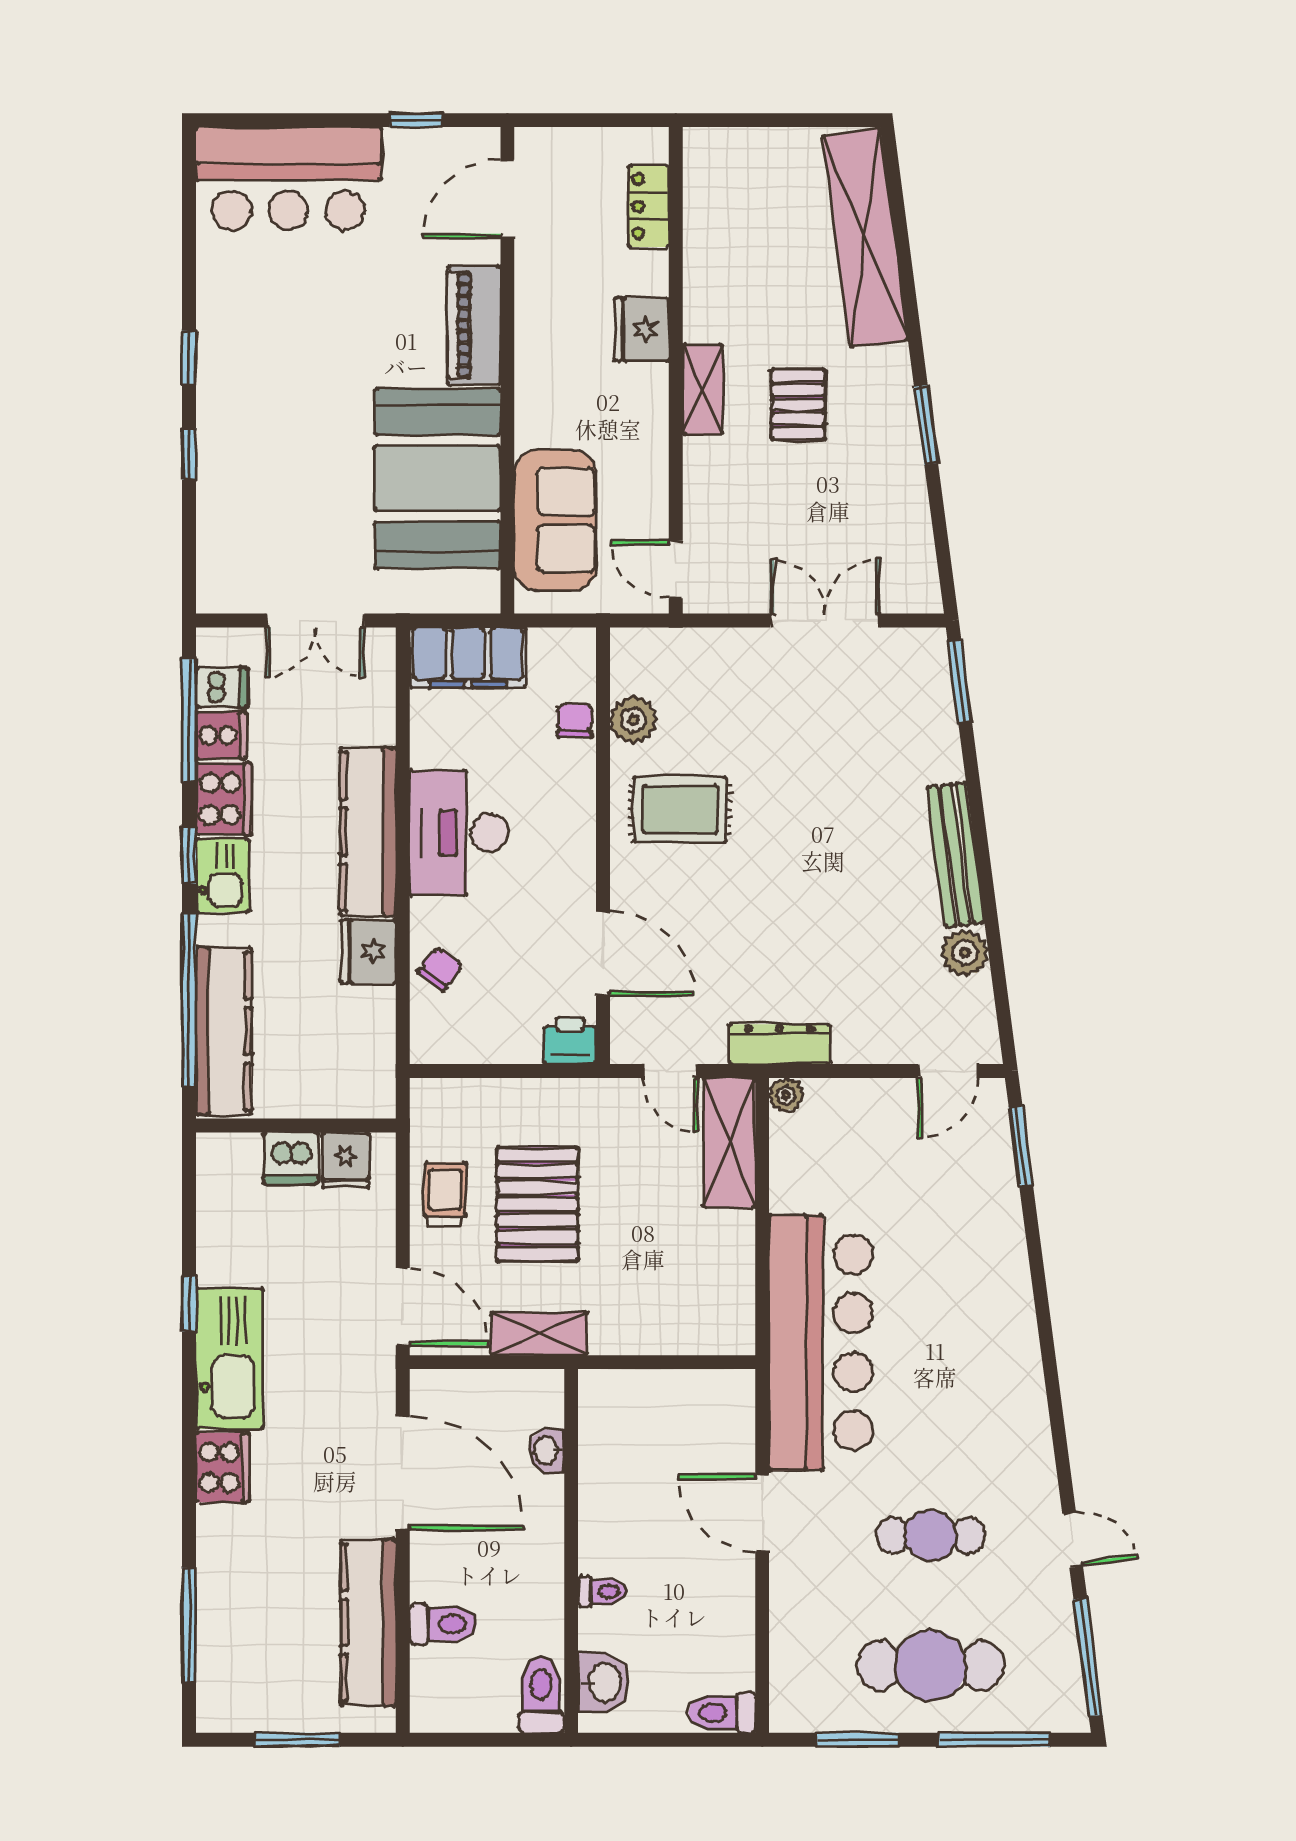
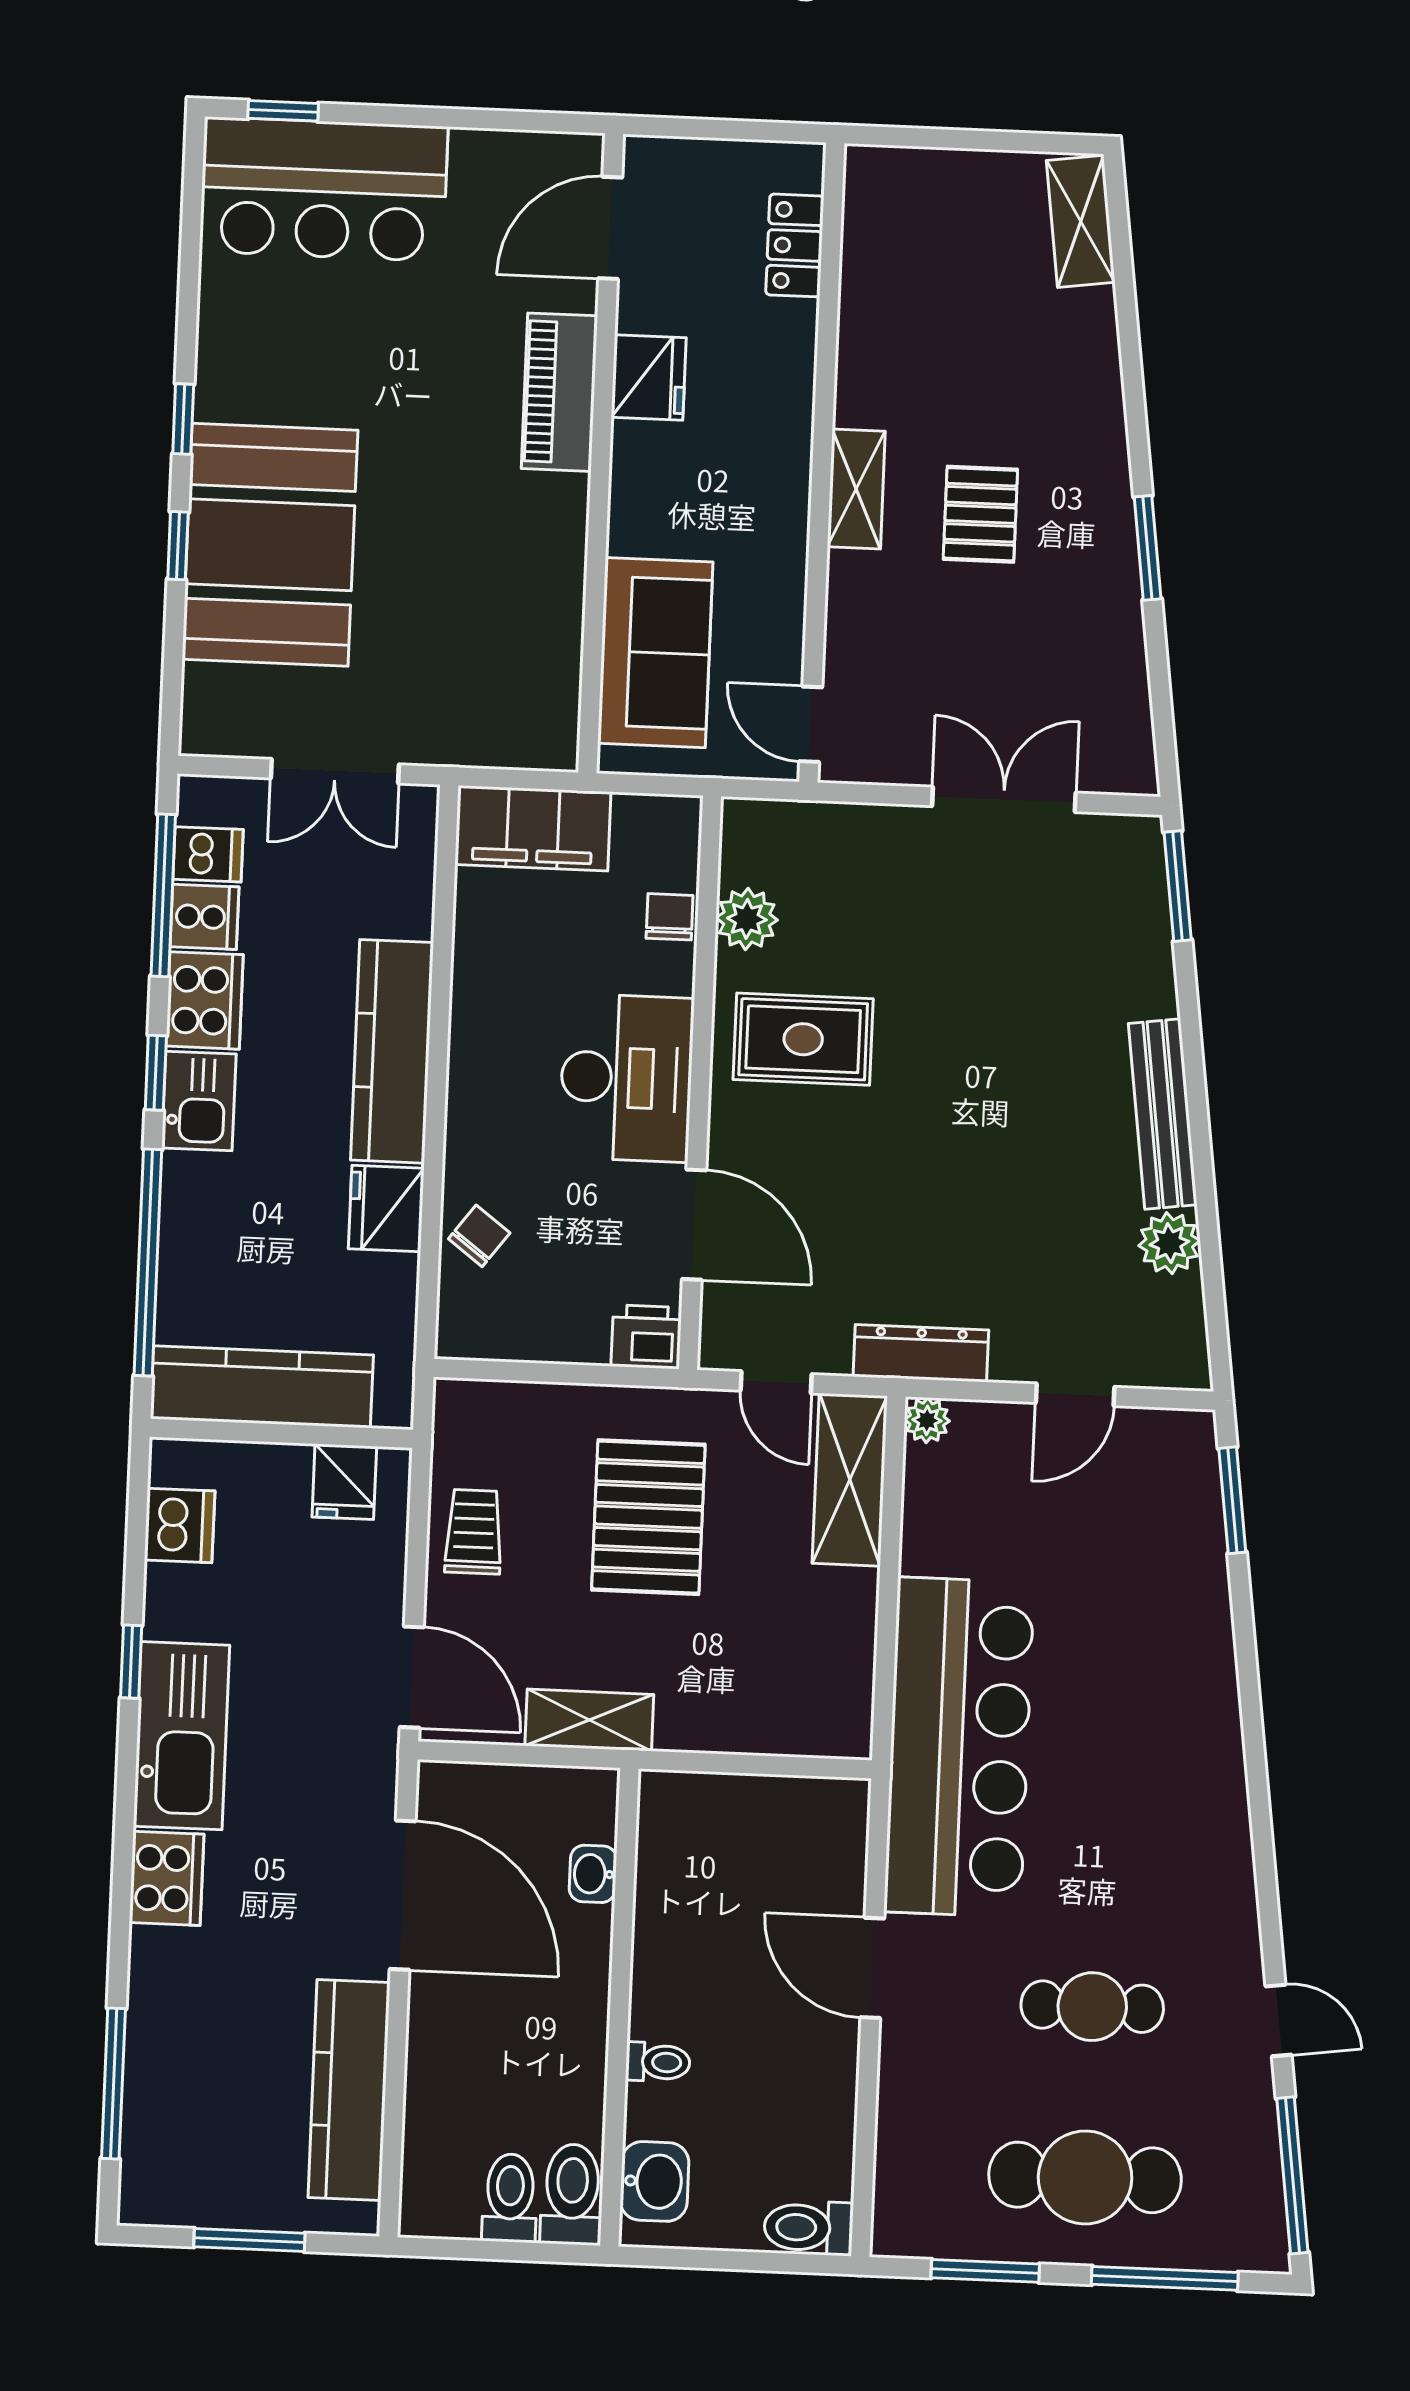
window: (416, 120) -> (283, 111), moved
shelving: (865, 238) -> (1081, 221), width x0.45, depth x0.75
fridge: (642, 329) -> (649, 377), moved, turned 180
booth: (437, 478) -> (270, 545), moved
desk: (459, 833) -> (627, 1078), moved, turned 180
kitchen counter: (224, 1031) -> (262, 1387), moved, turned -90
door: (948, 1071) -> (1075, 1395), moved
dishwasher: (291, 1158) -> (180, 1525), moved, turned -90
pallet: (538, 1204) -> (648, 1517), moved
toilet: (443, 1624) -> (510, 2198), moved, turned -90

